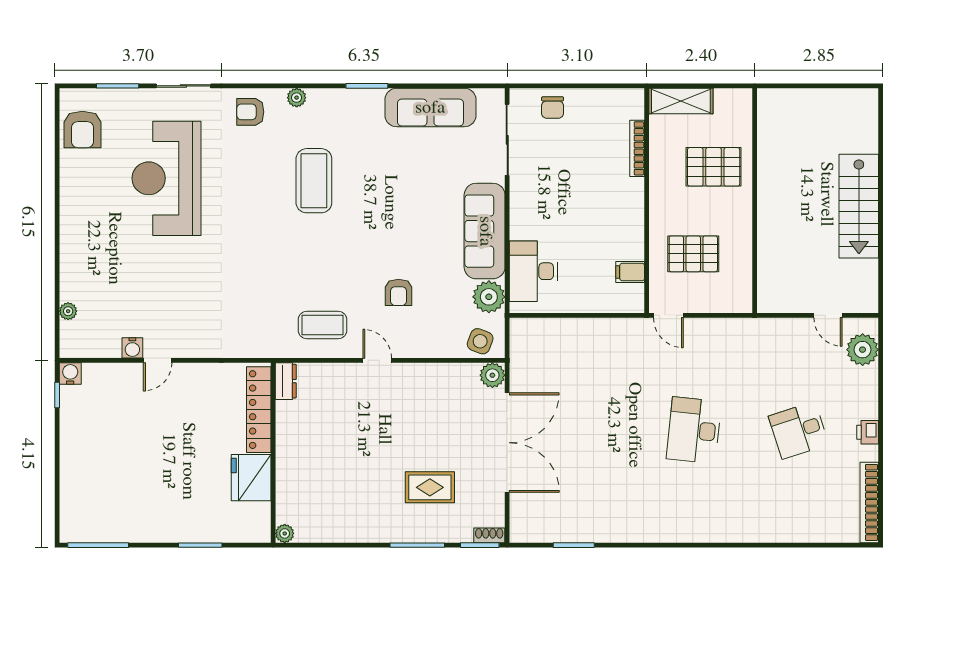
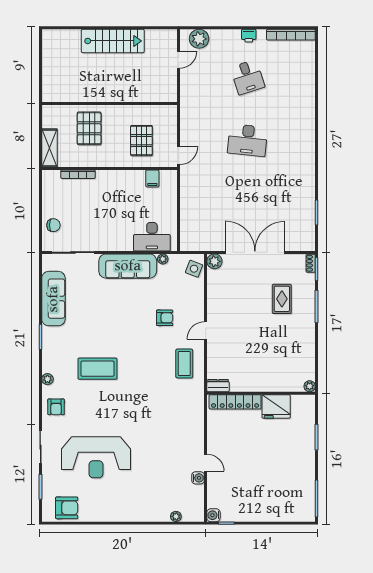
plant: (489, 297) -> (163, 259), width x0.53, depth x0.53

